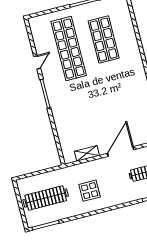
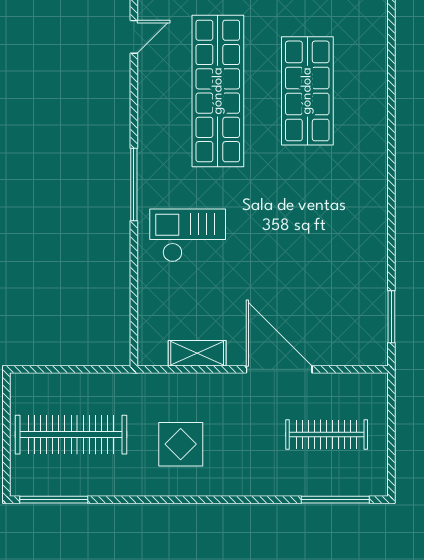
door: (37, 62) -> (134, 37), moved
checkout: (71, 108) -> (188, 235), added
door: (121, 152) -> (279, 369), hinge flipped

